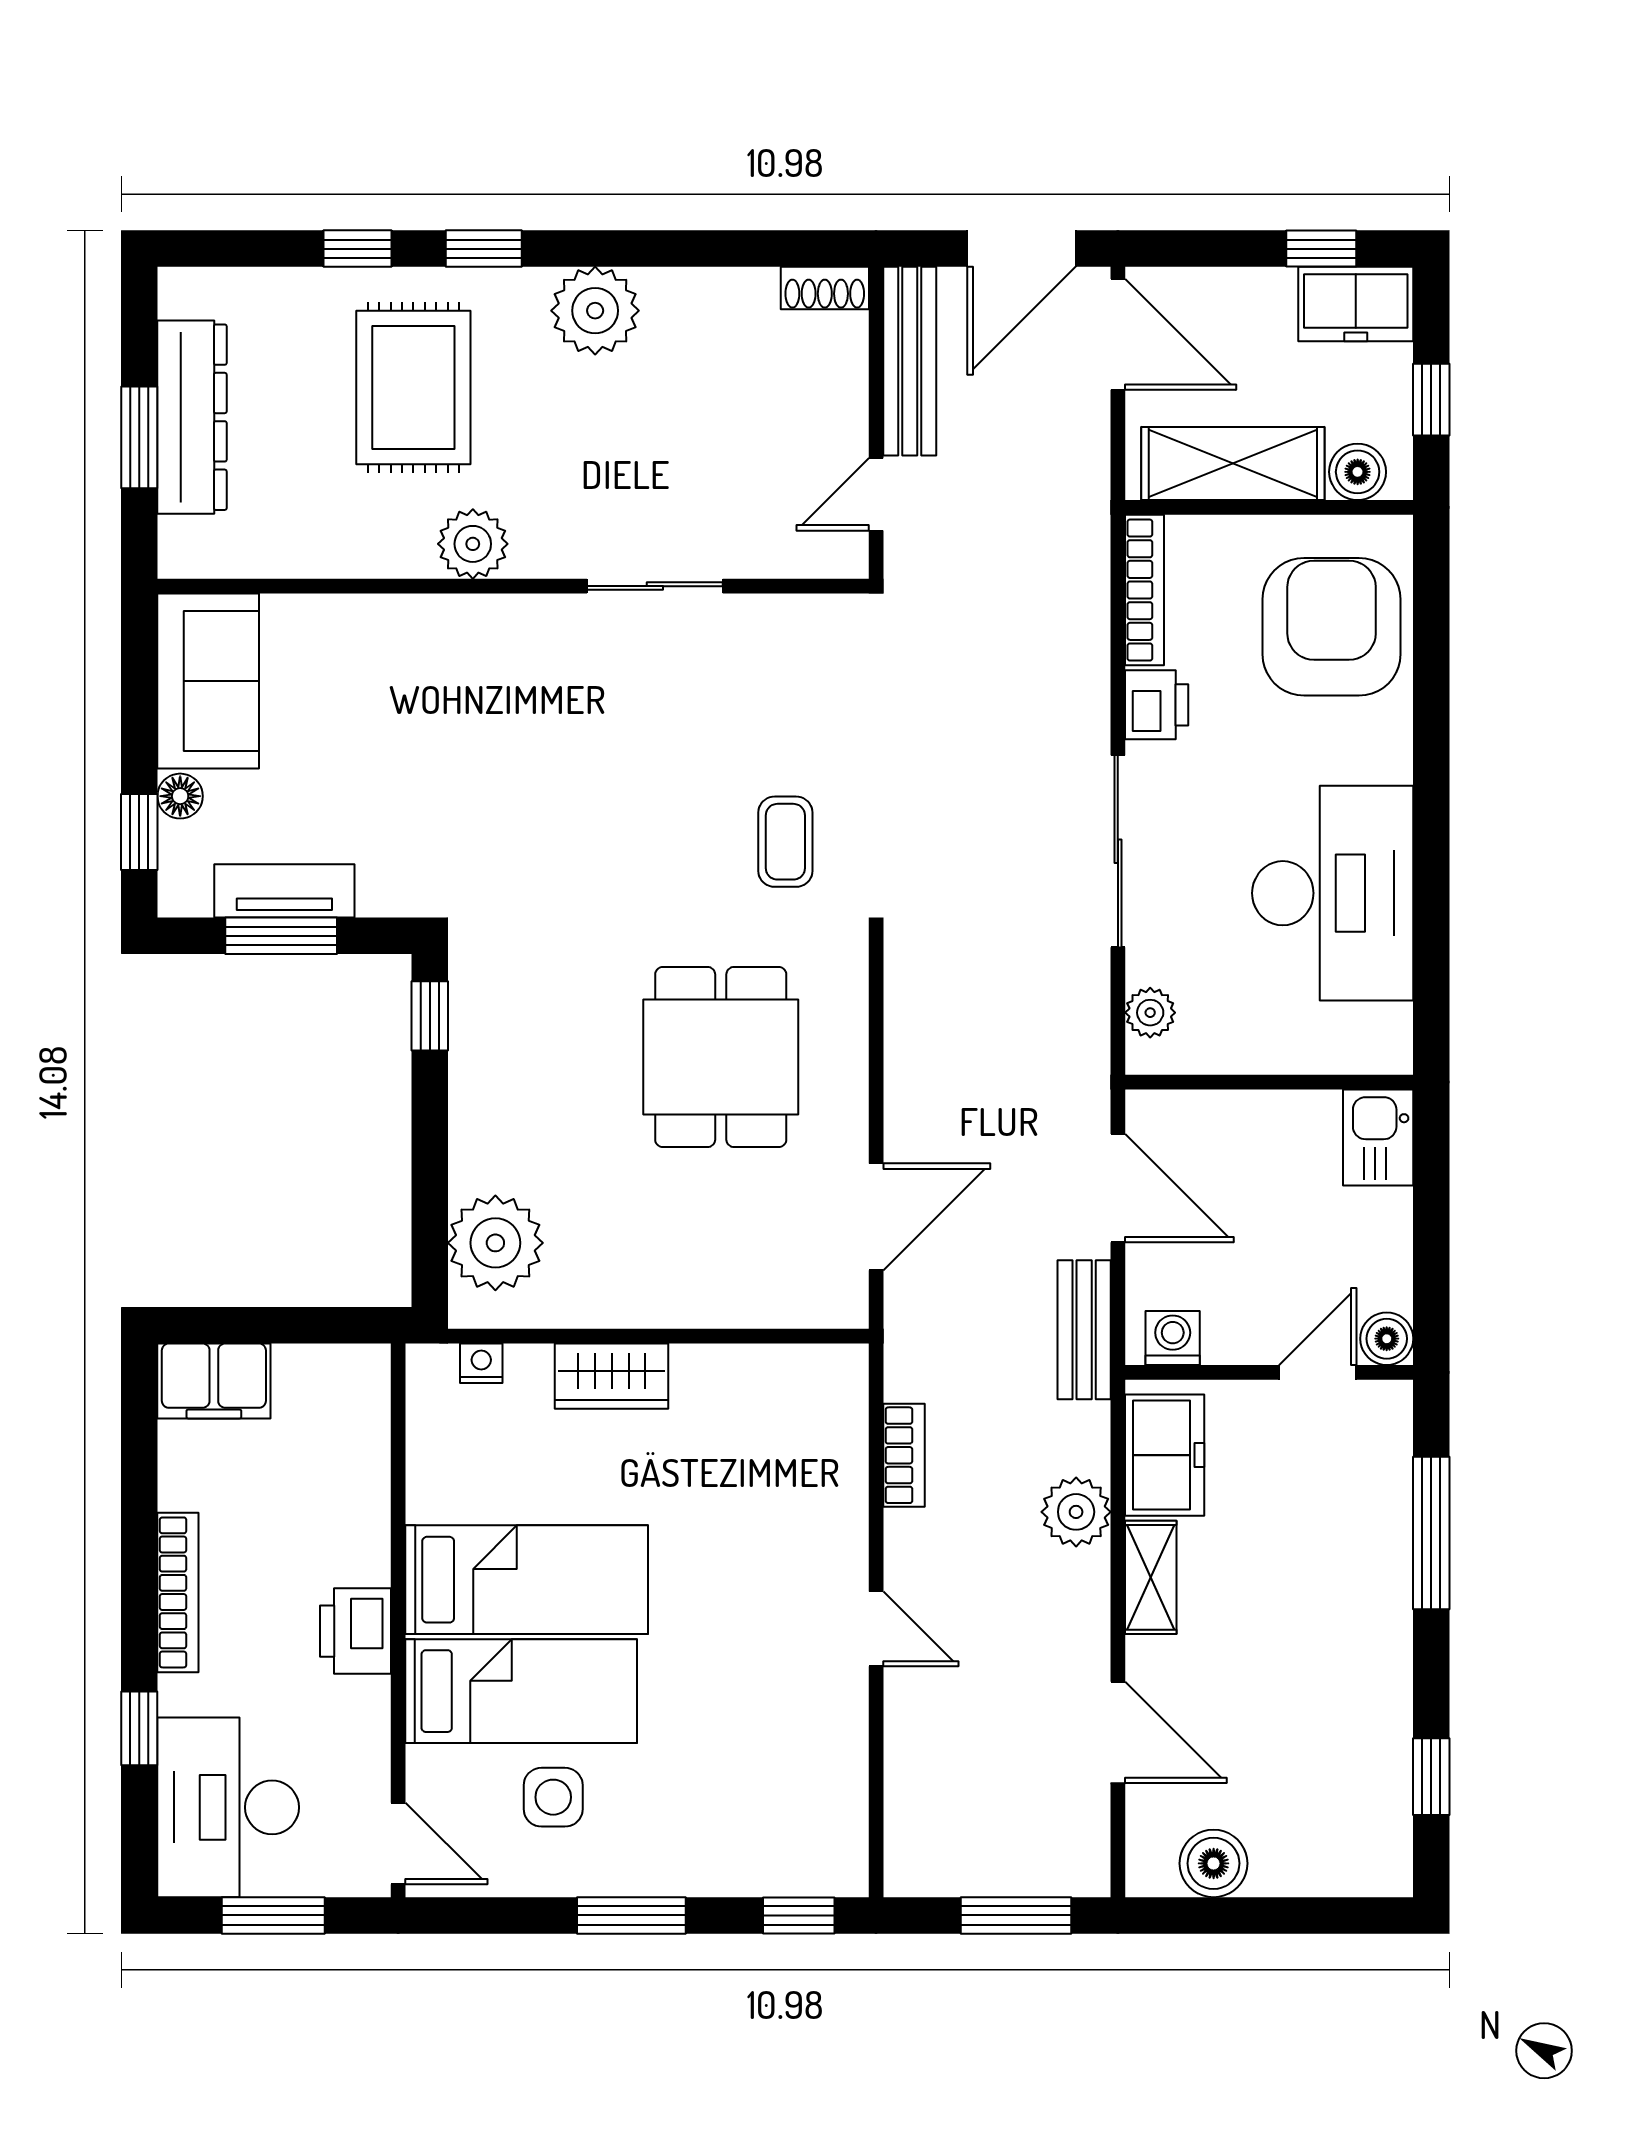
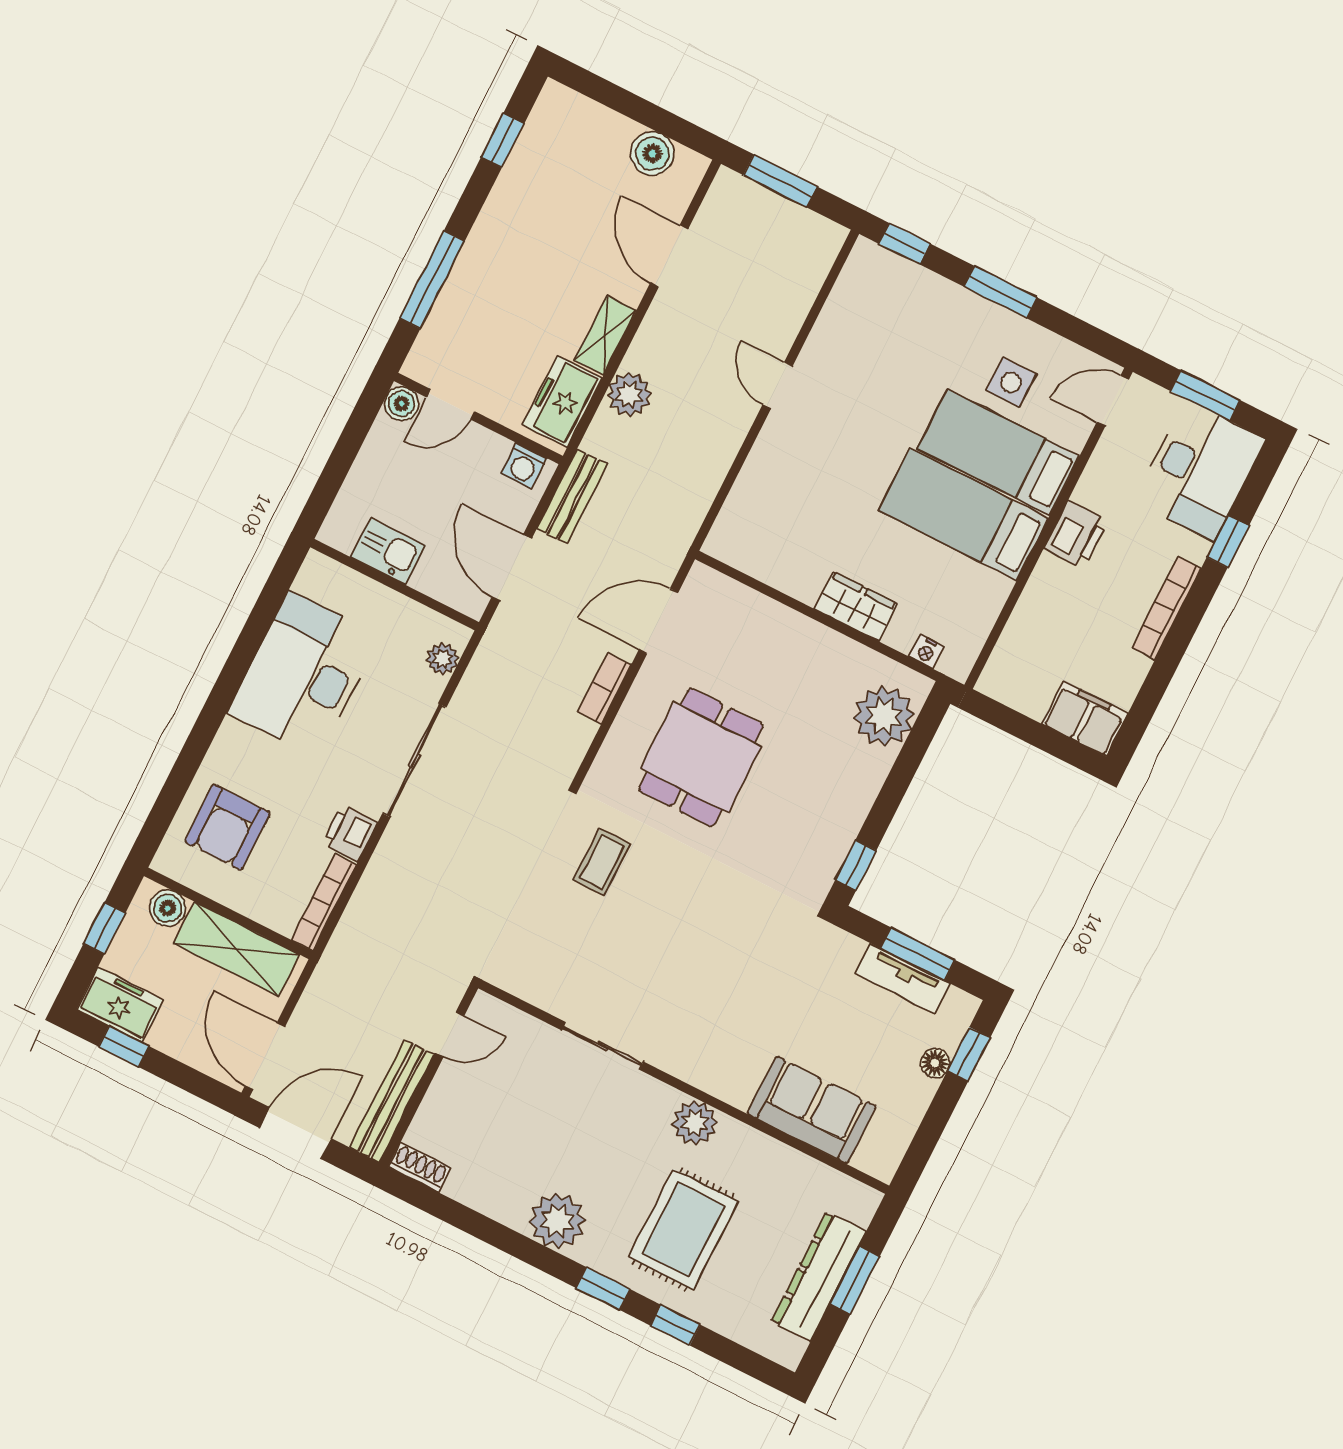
armchair: (1332, 627) -> (227, 827), width x0.73, depth x0.73
sofa: (208, 681) -> (812, 1110), moved, turned 90
kitchen sink: (1378, 1137) -> (388, 551), moved, turned -90
bookcase: (904, 1455) -> (605, 688), moved
door: (398, 1843) -> (1113, 401), hinge flipped

